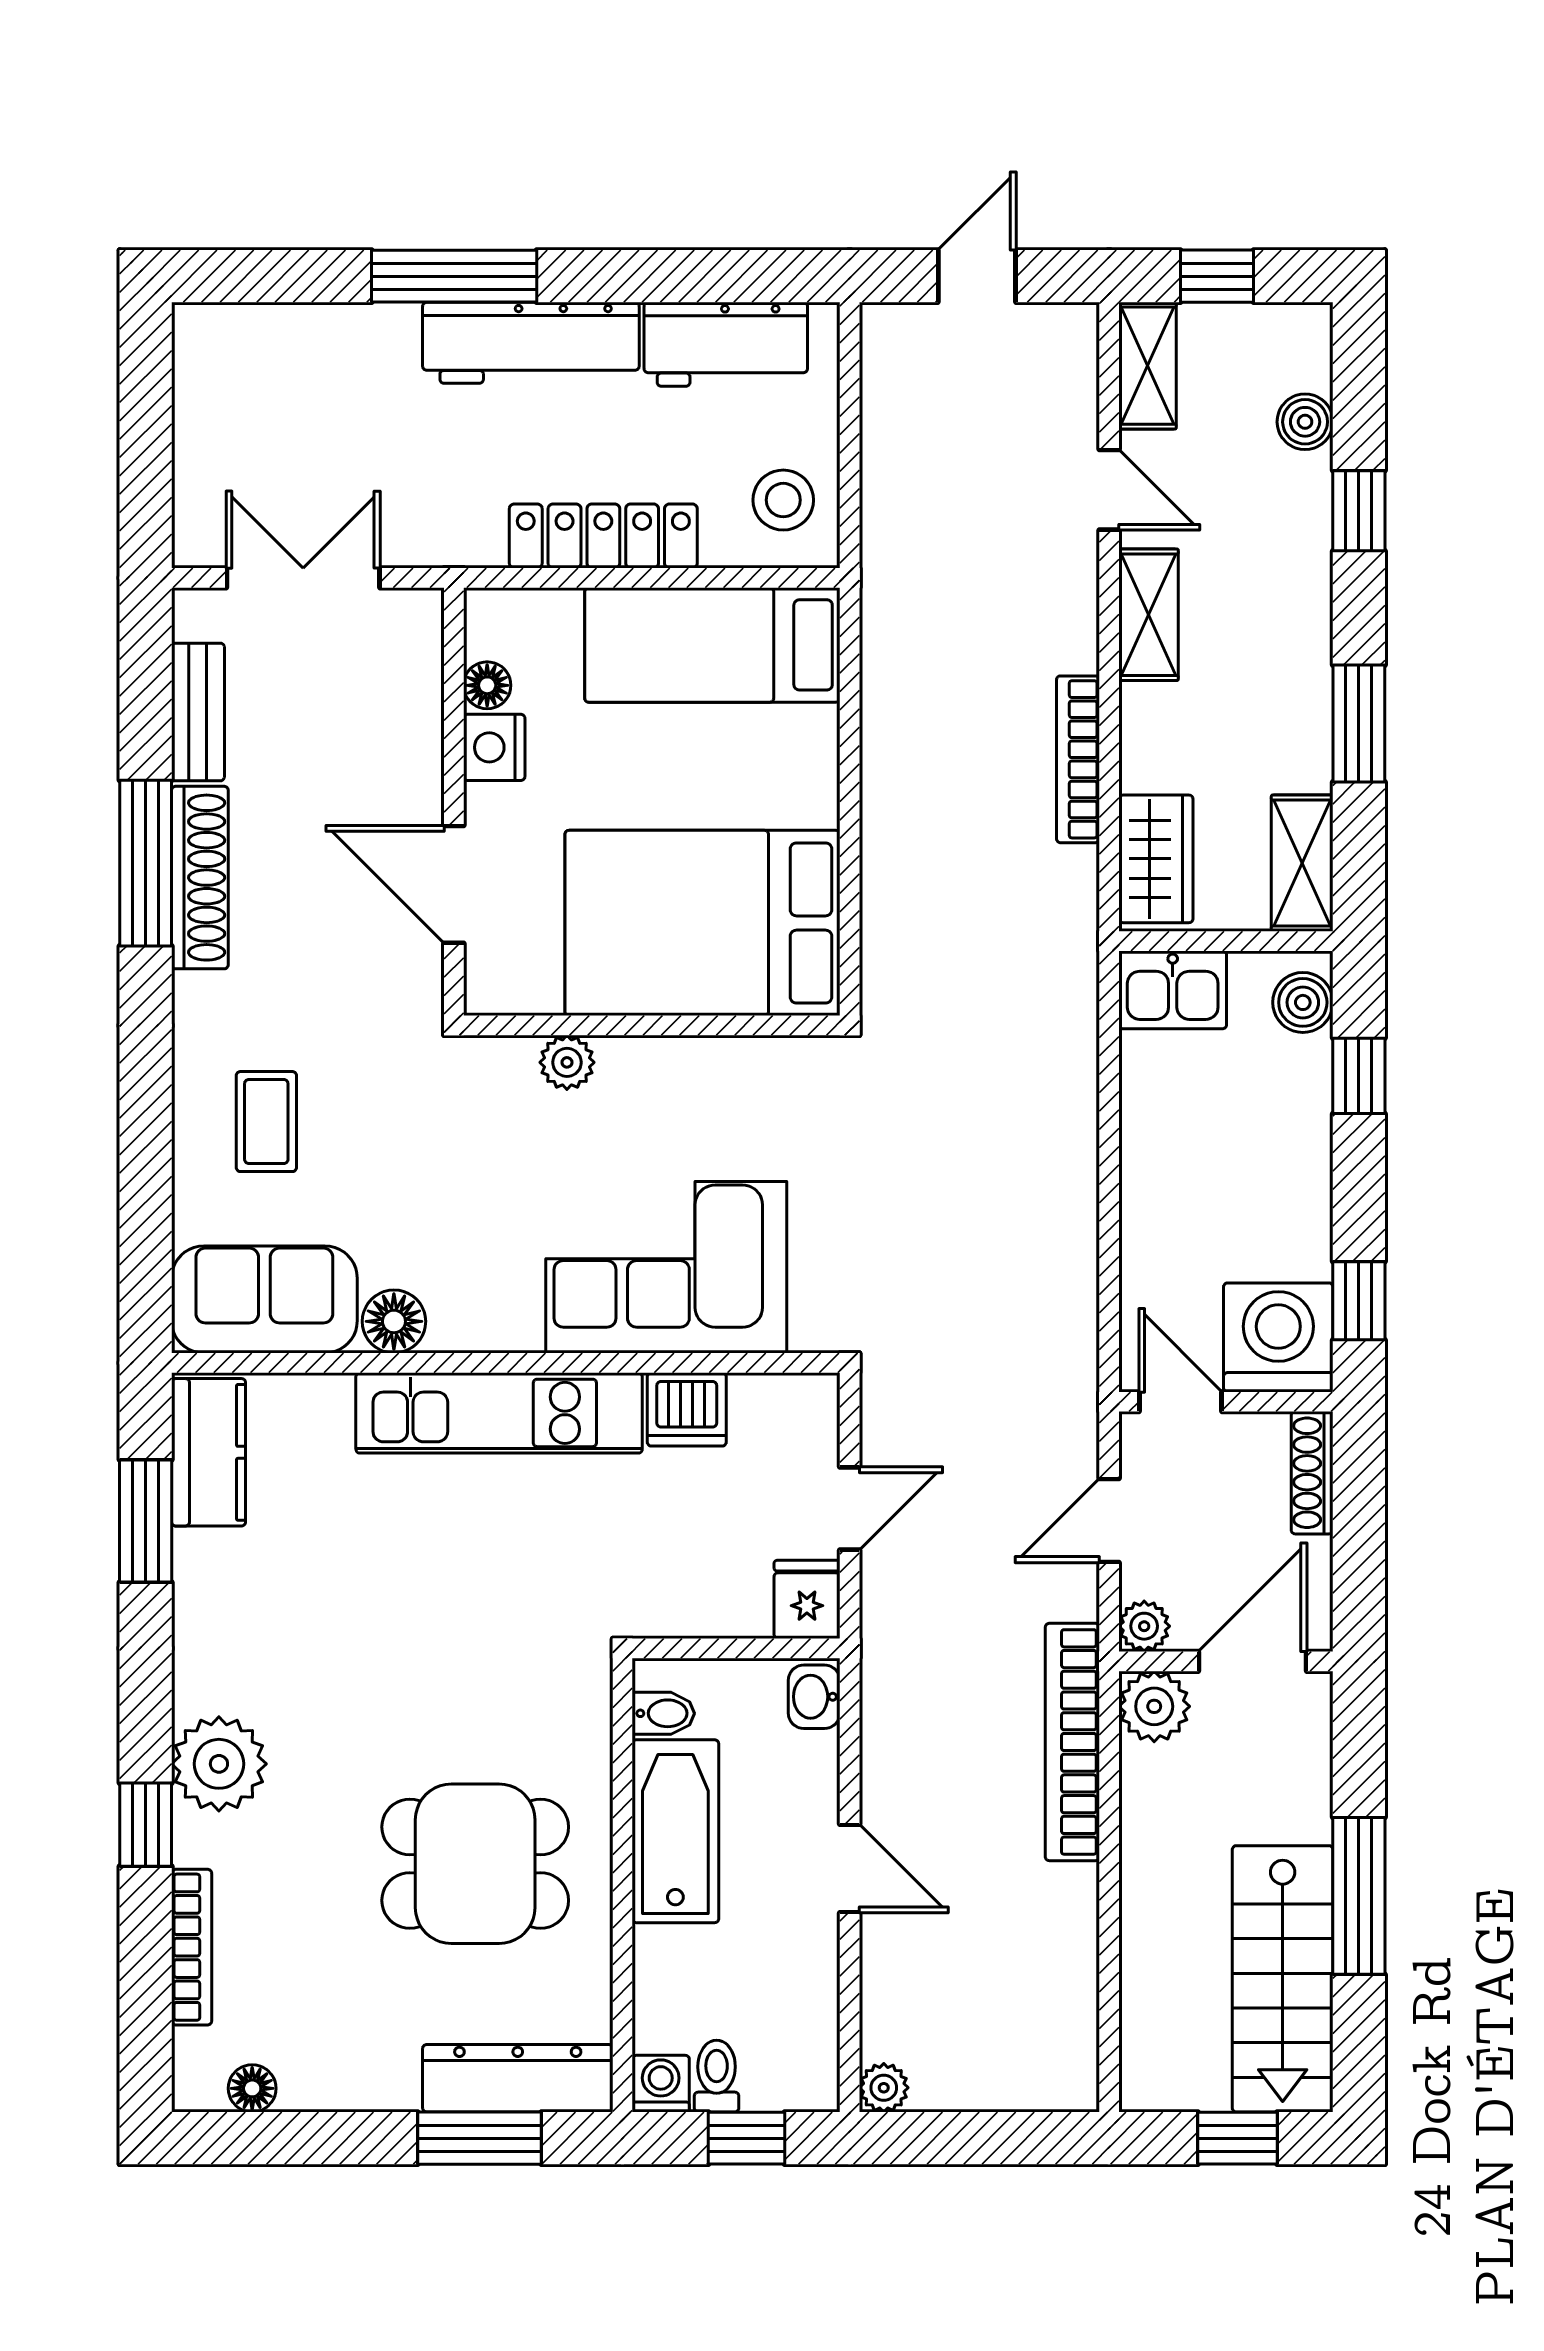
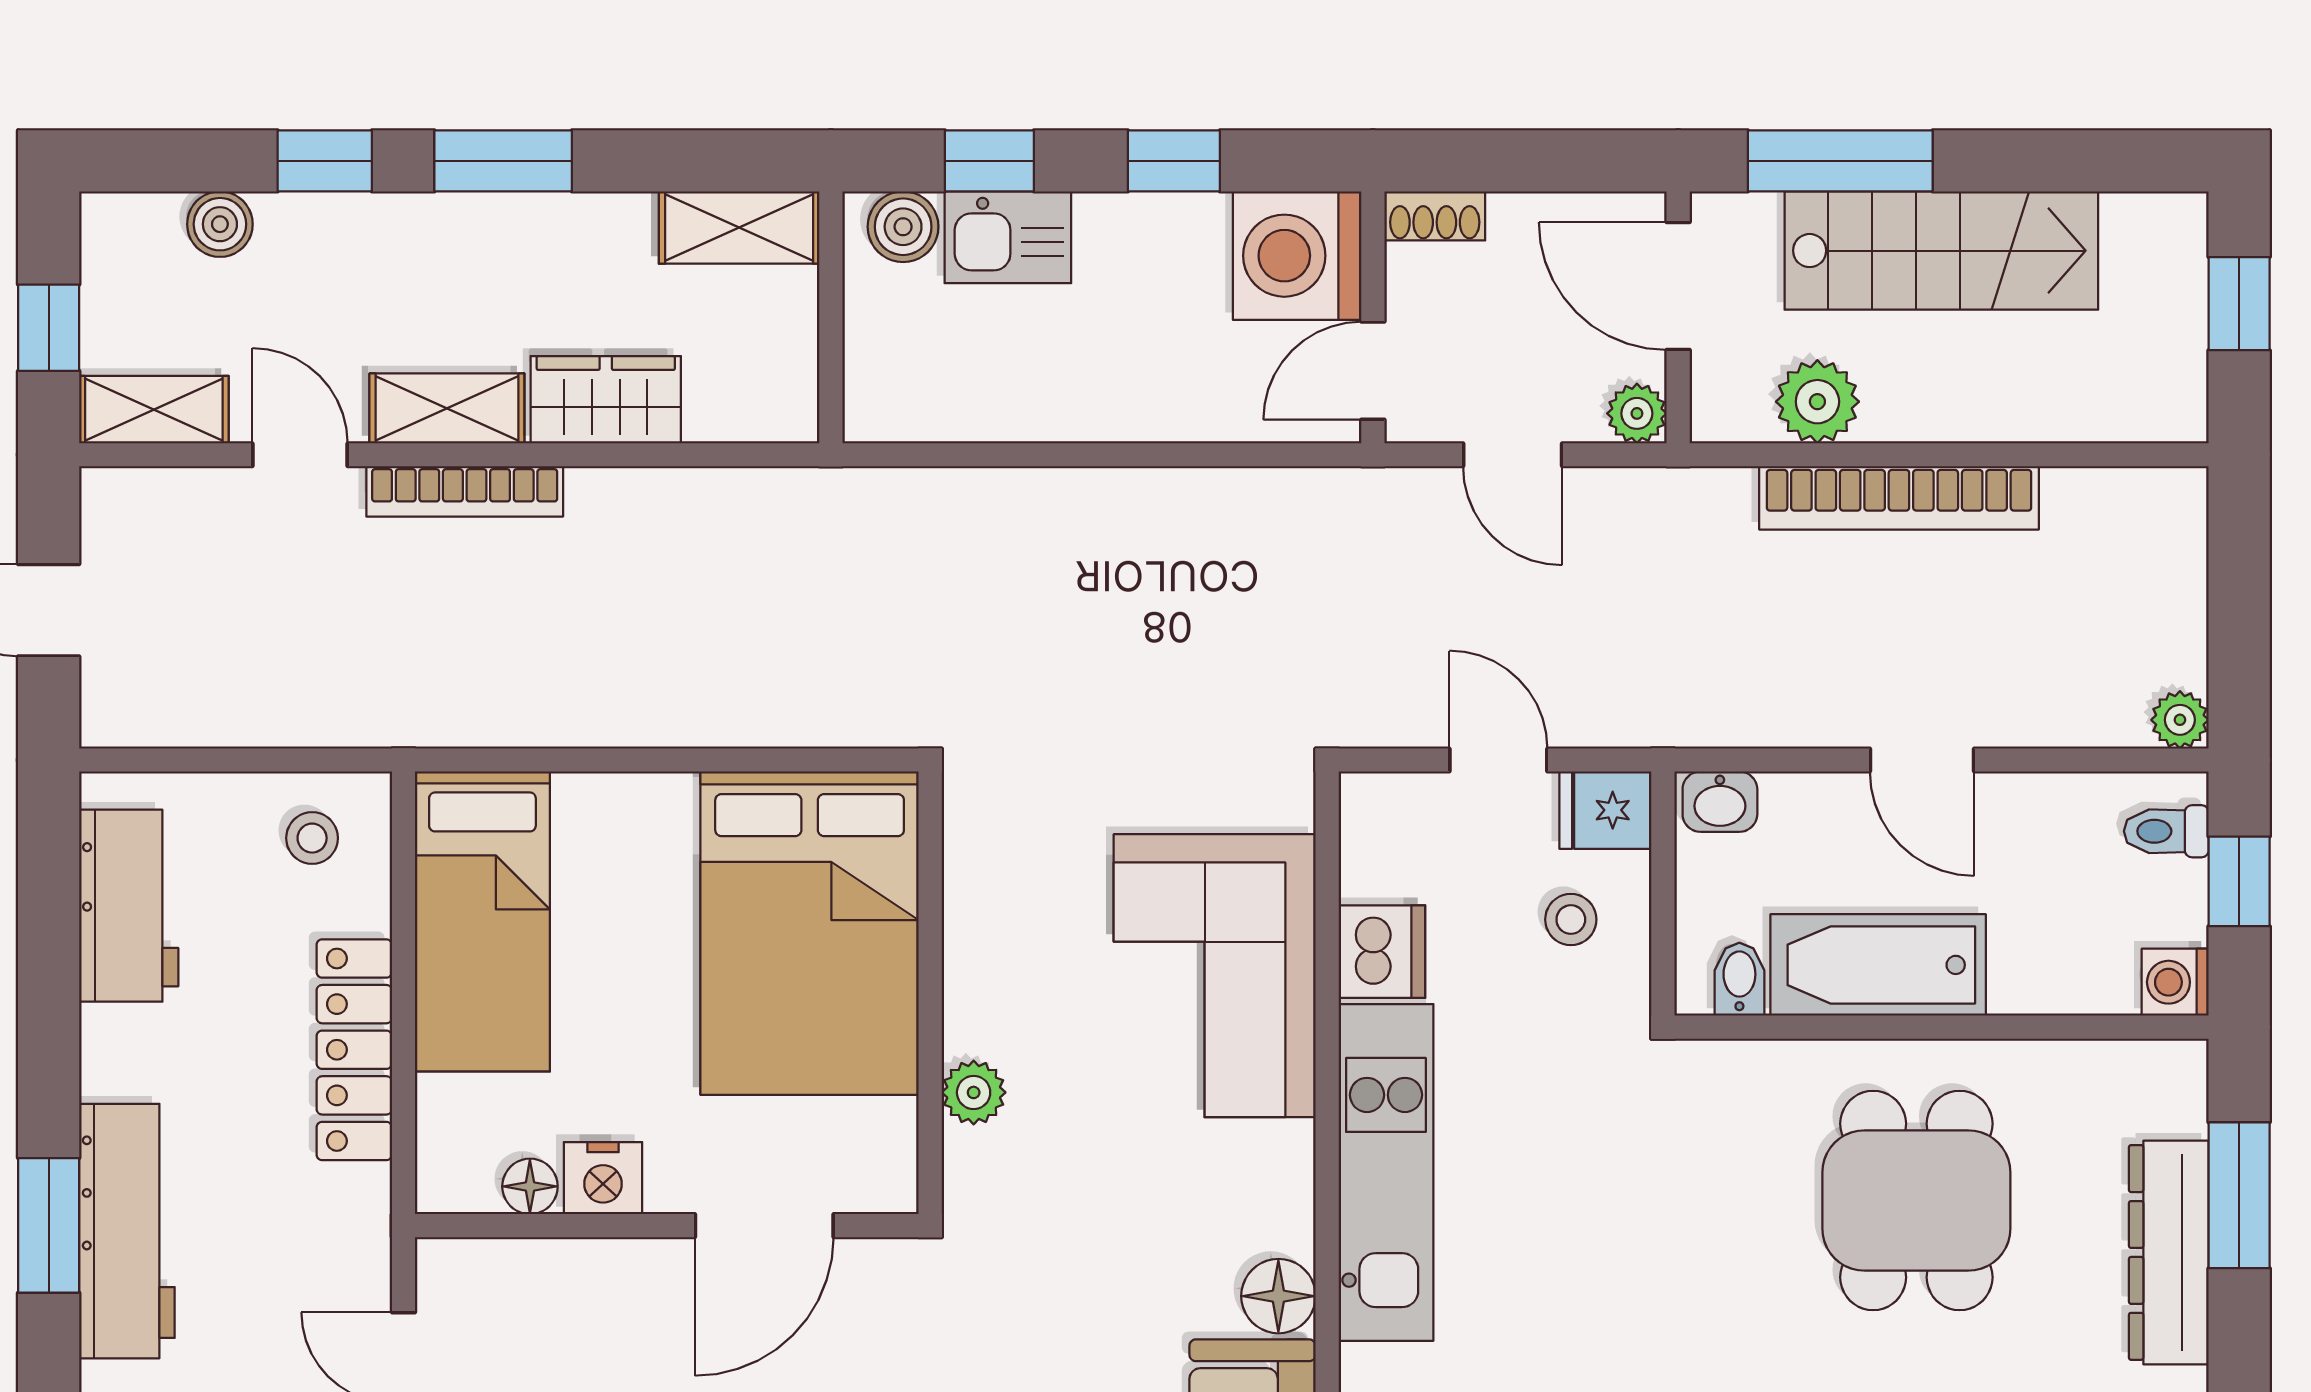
window: (454, 276) -> (49, 1225), width x0.69
workbench: (531, 343) -> (127, 1231), moved
door: (1109, 490) -> (300, 455), hinge flipped
stool: (783, 500) -> (312, 838), width x0.73, depth x0.73
window: (1359, 724) -> (503, 161), moved
bookcase: (1078, 759) -> (465, 491), moved
wardrobe: (1156, 859) -> (606, 400), moved
kitchen sink: (1173, 990) -> (1008, 237), moved, turned 90
window: (1359, 1301) -> (1174, 161), moved
shoe rack: (1312, 1473) -> (1435, 216), width x0.70
stool: (714, 1570) -> (1571, 920), added
plant: (1154, 1706) -> (1817, 402), moved
bookcase: (1072, 1742) -> (1899, 498), moved
door: (850, 1868) -> (1922, 760), swing flipped
window: (1359, 1896) -> (1840, 161), moved
stairs: (1283, 1979) -> (1941, 251), moved
toilet: (717, 2076) -> (2166, 831), moved
dresser: (518, 2078) -> (2169, 1252), moved

